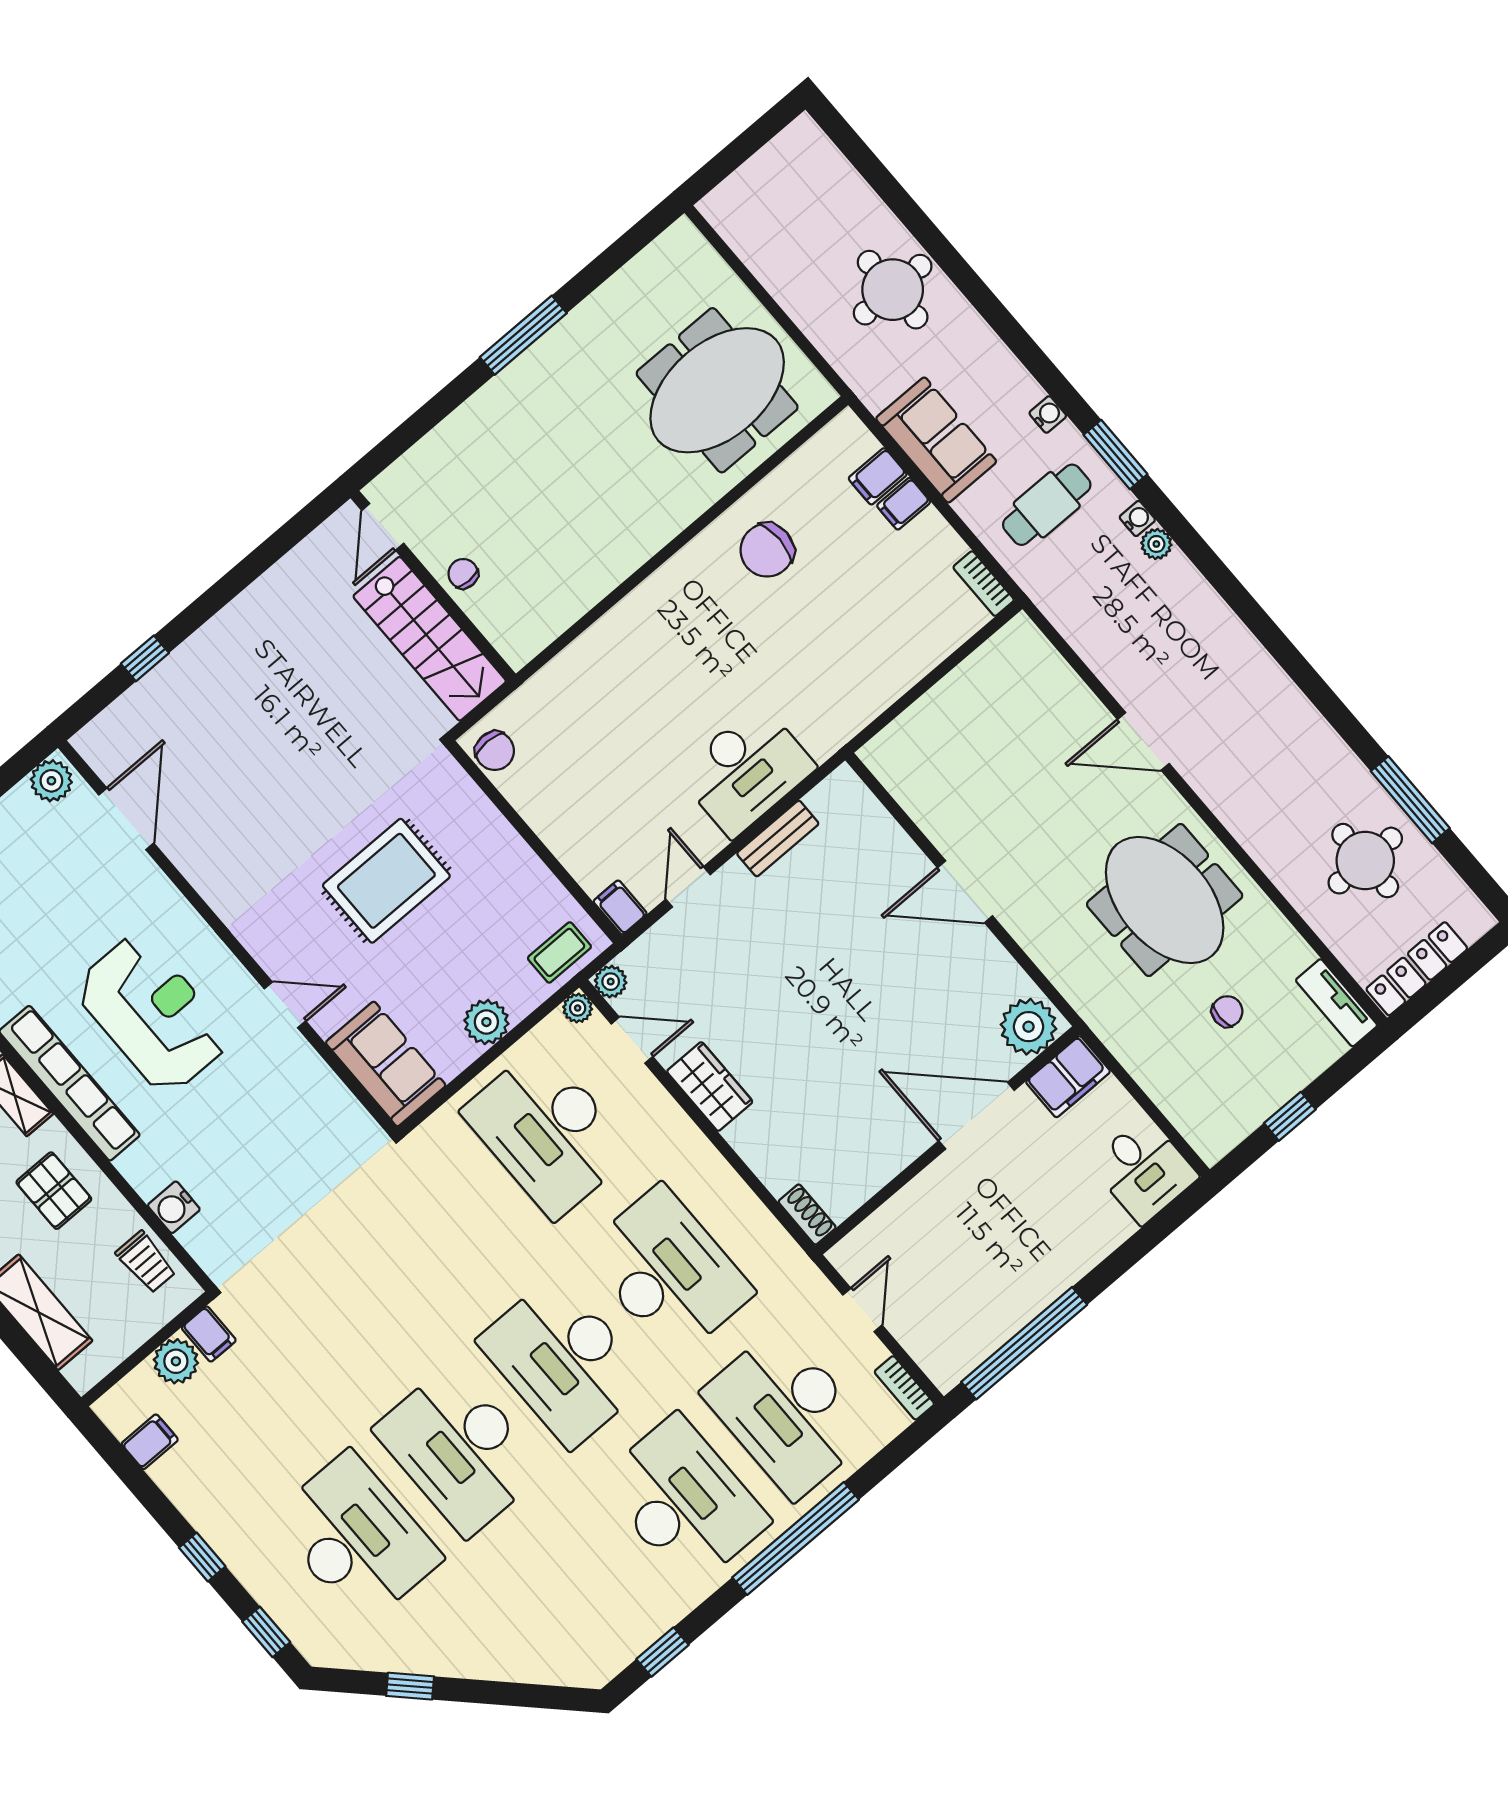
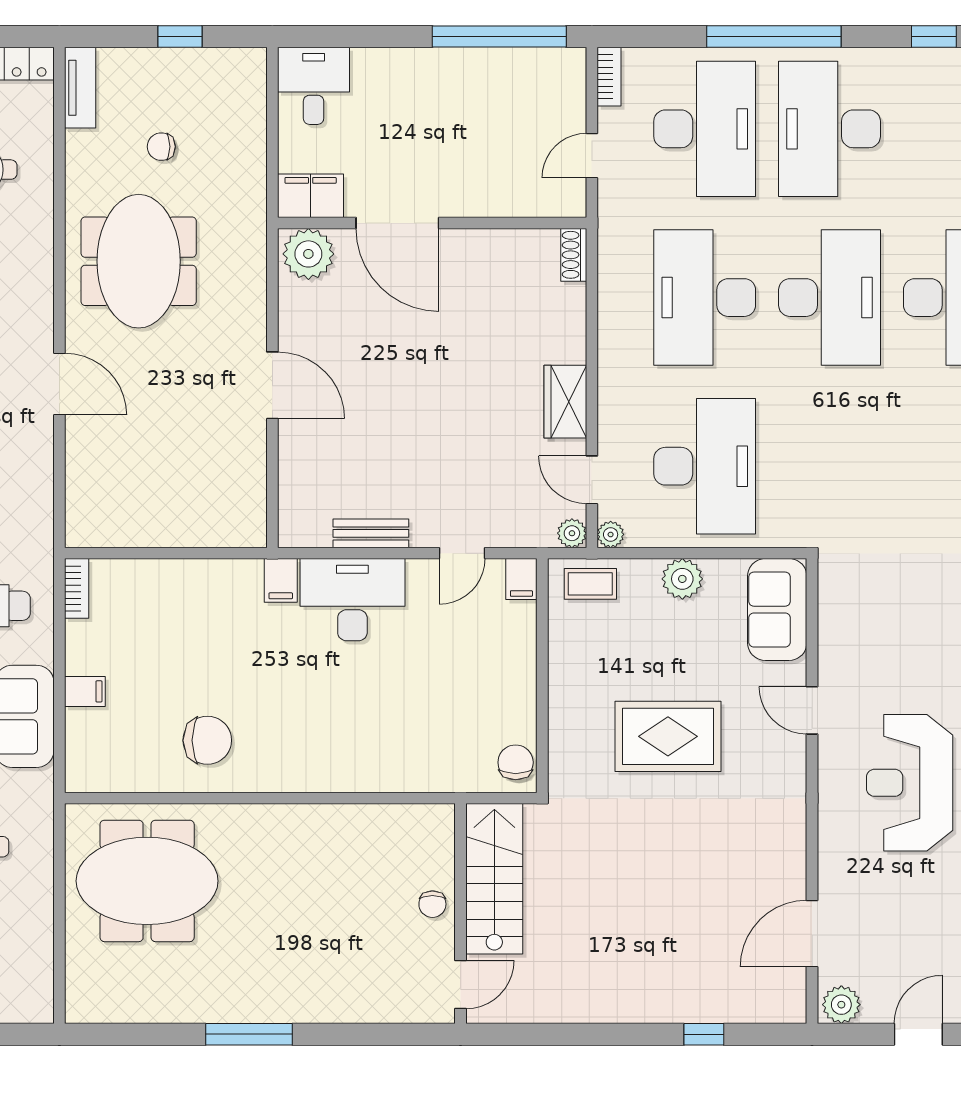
filing cabinet: (878, 476) -> (281, 580), moved, turned 90

